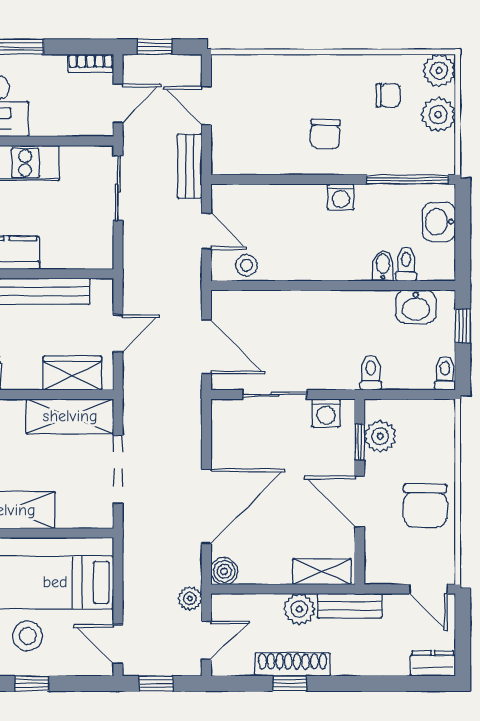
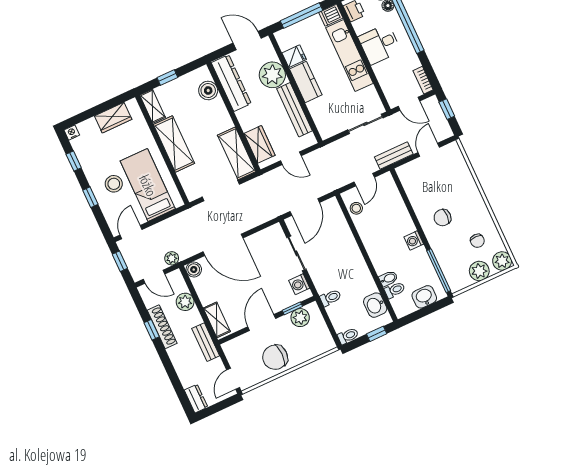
plant: (299, 609) -> (185, 302), moved

